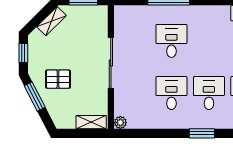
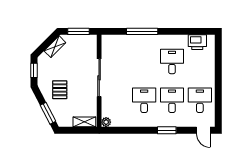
desk: (171, 41) -> (172, 61), moved
pallet: (58, 79) -> (60, 90), turned 90
window: (35, 96) -> (48, 113), moved

